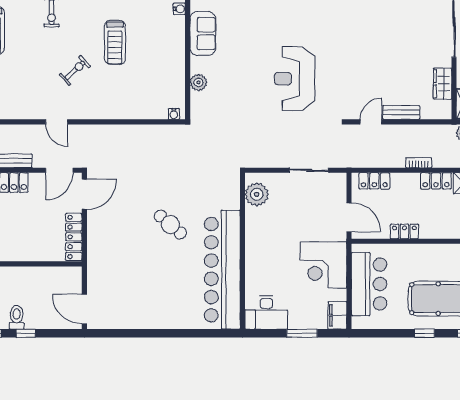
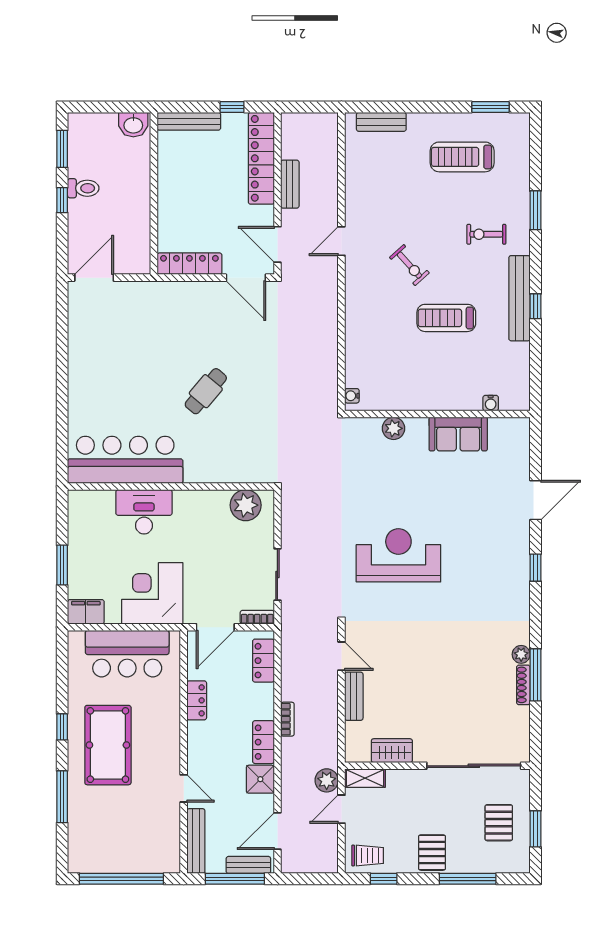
bookcase: (341, 186) -> (257, 617), added
bar counter: (222, 270) -> (125, 460), width x0.73
desk: (266, 312) -> (144, 512), moved, turned 90

